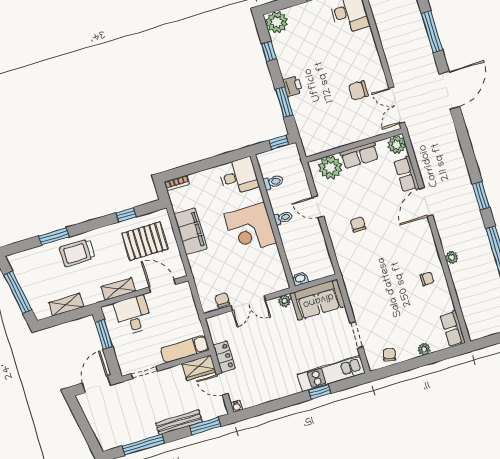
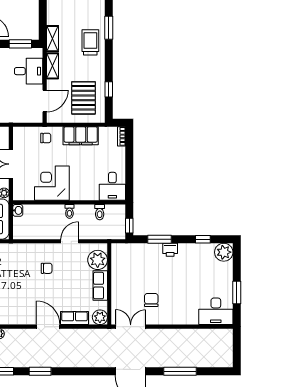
corner desk: (250, 228) -> (52, 183), moved
chair: (222, 300) -> (46, 138), moved
shelving: (66, 305) -> (52, 39), moved

